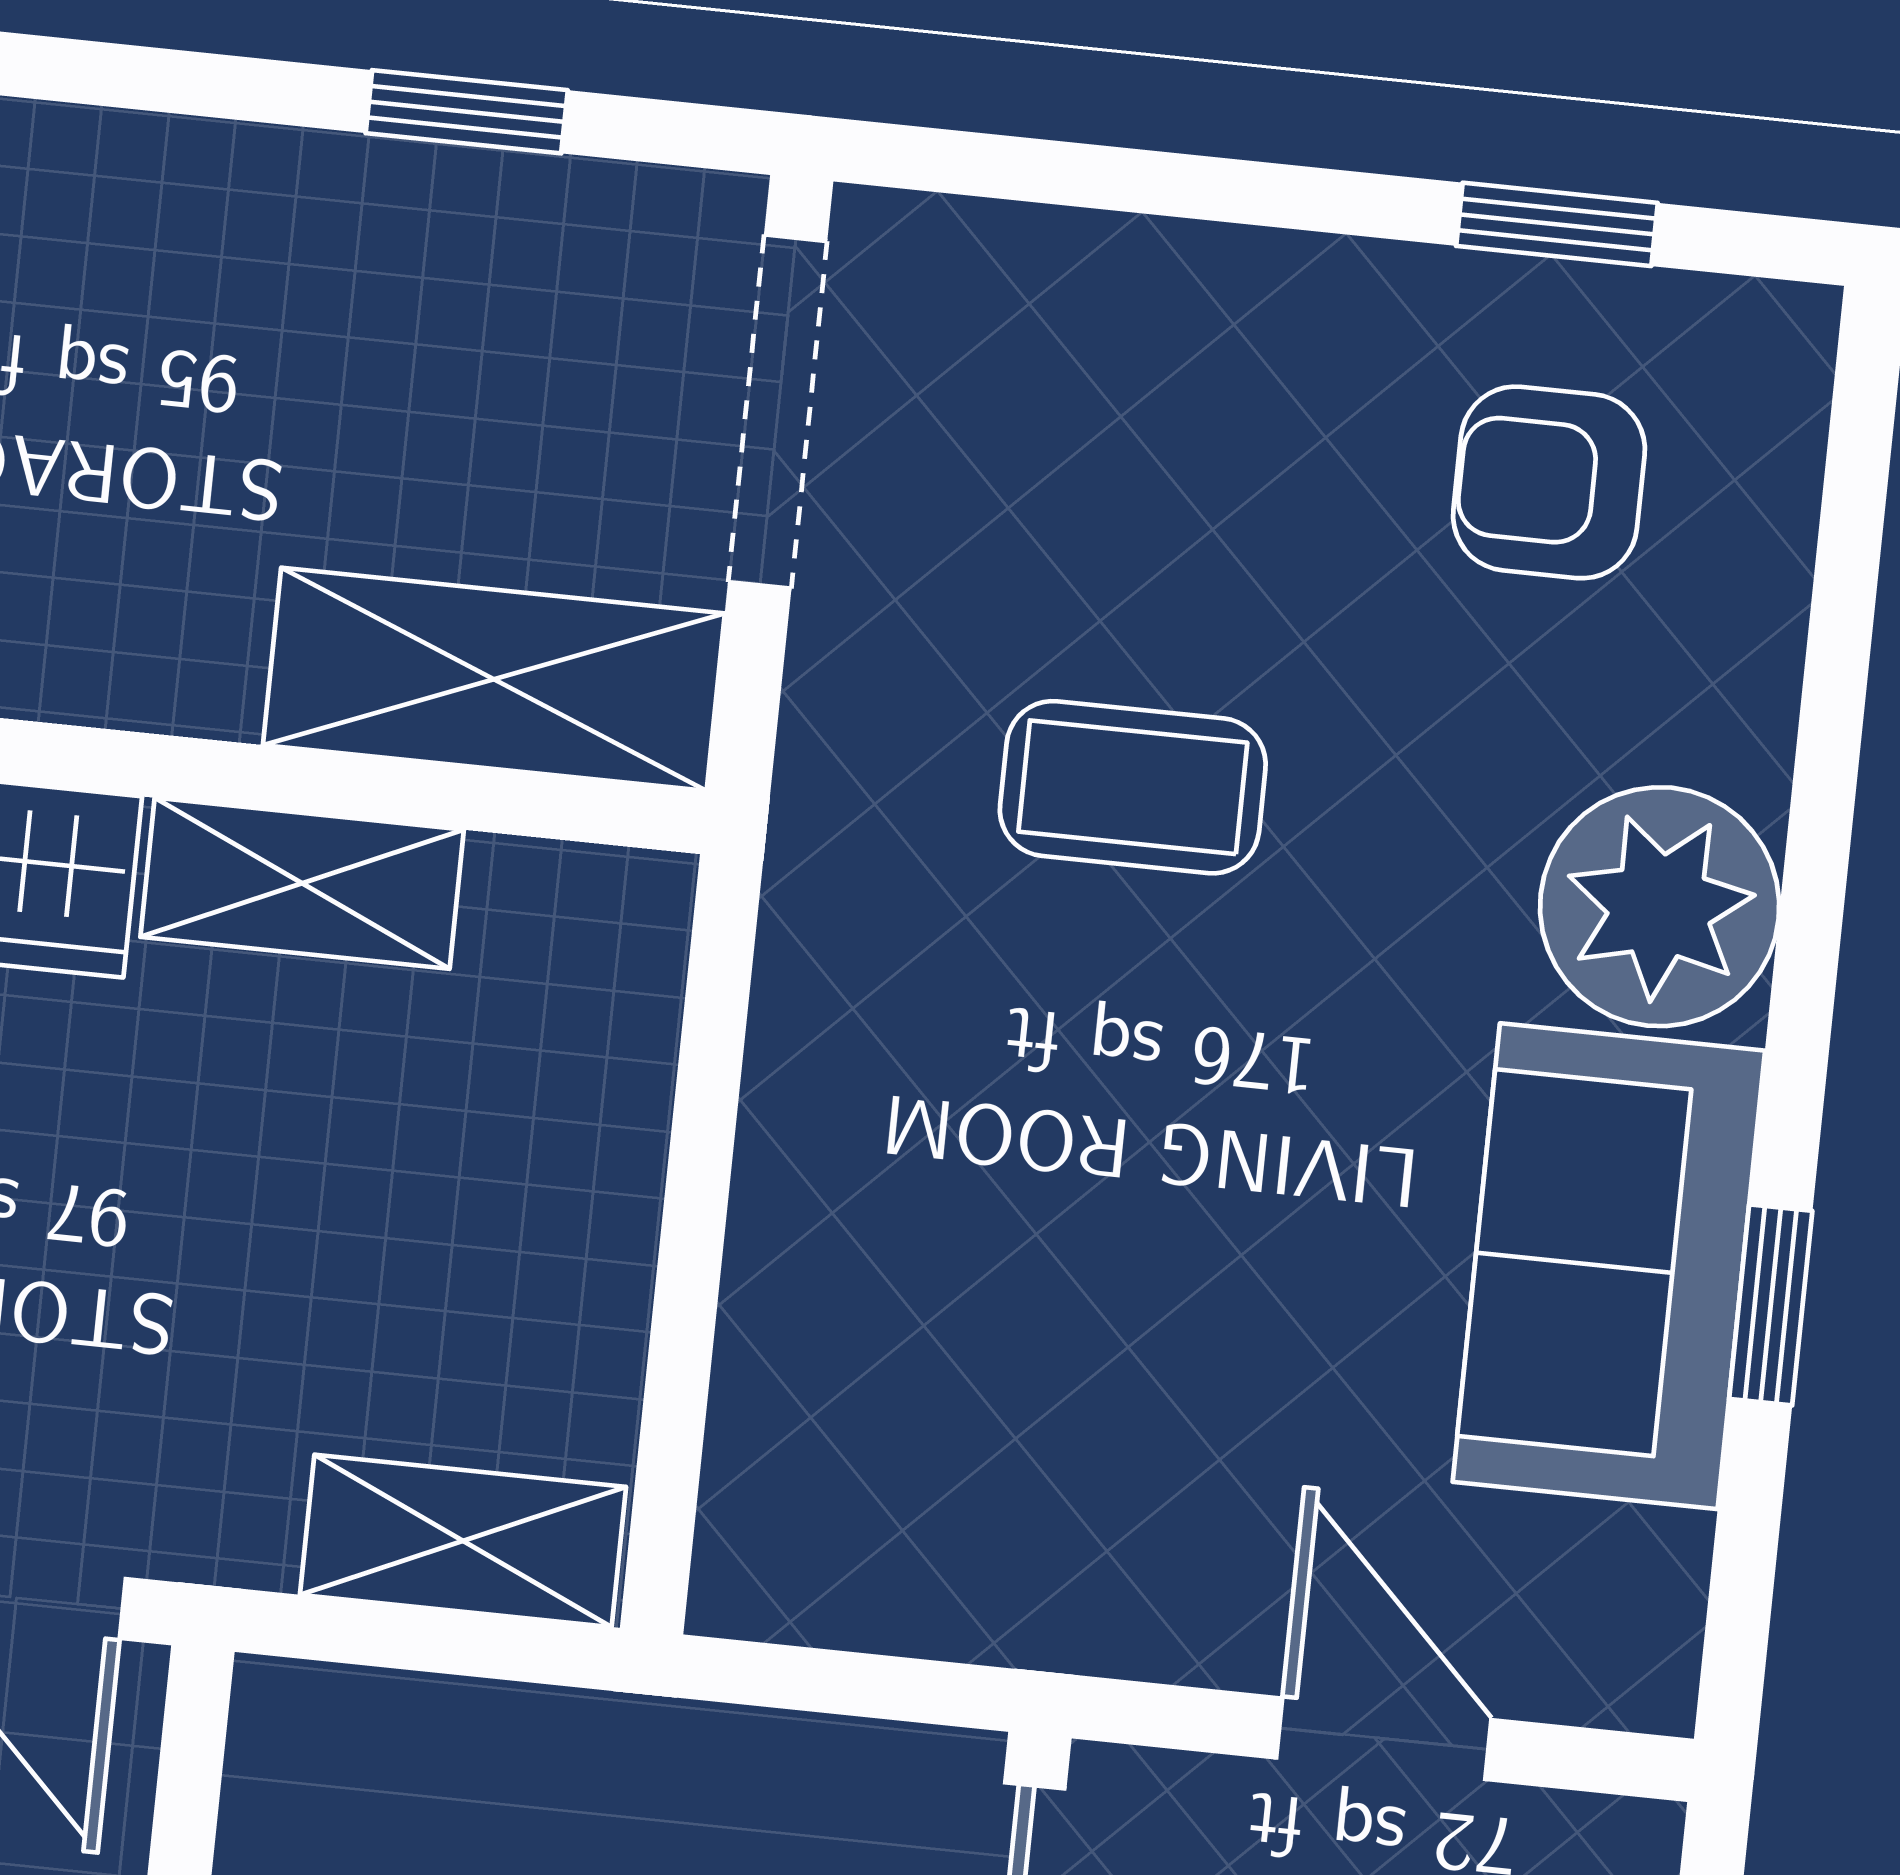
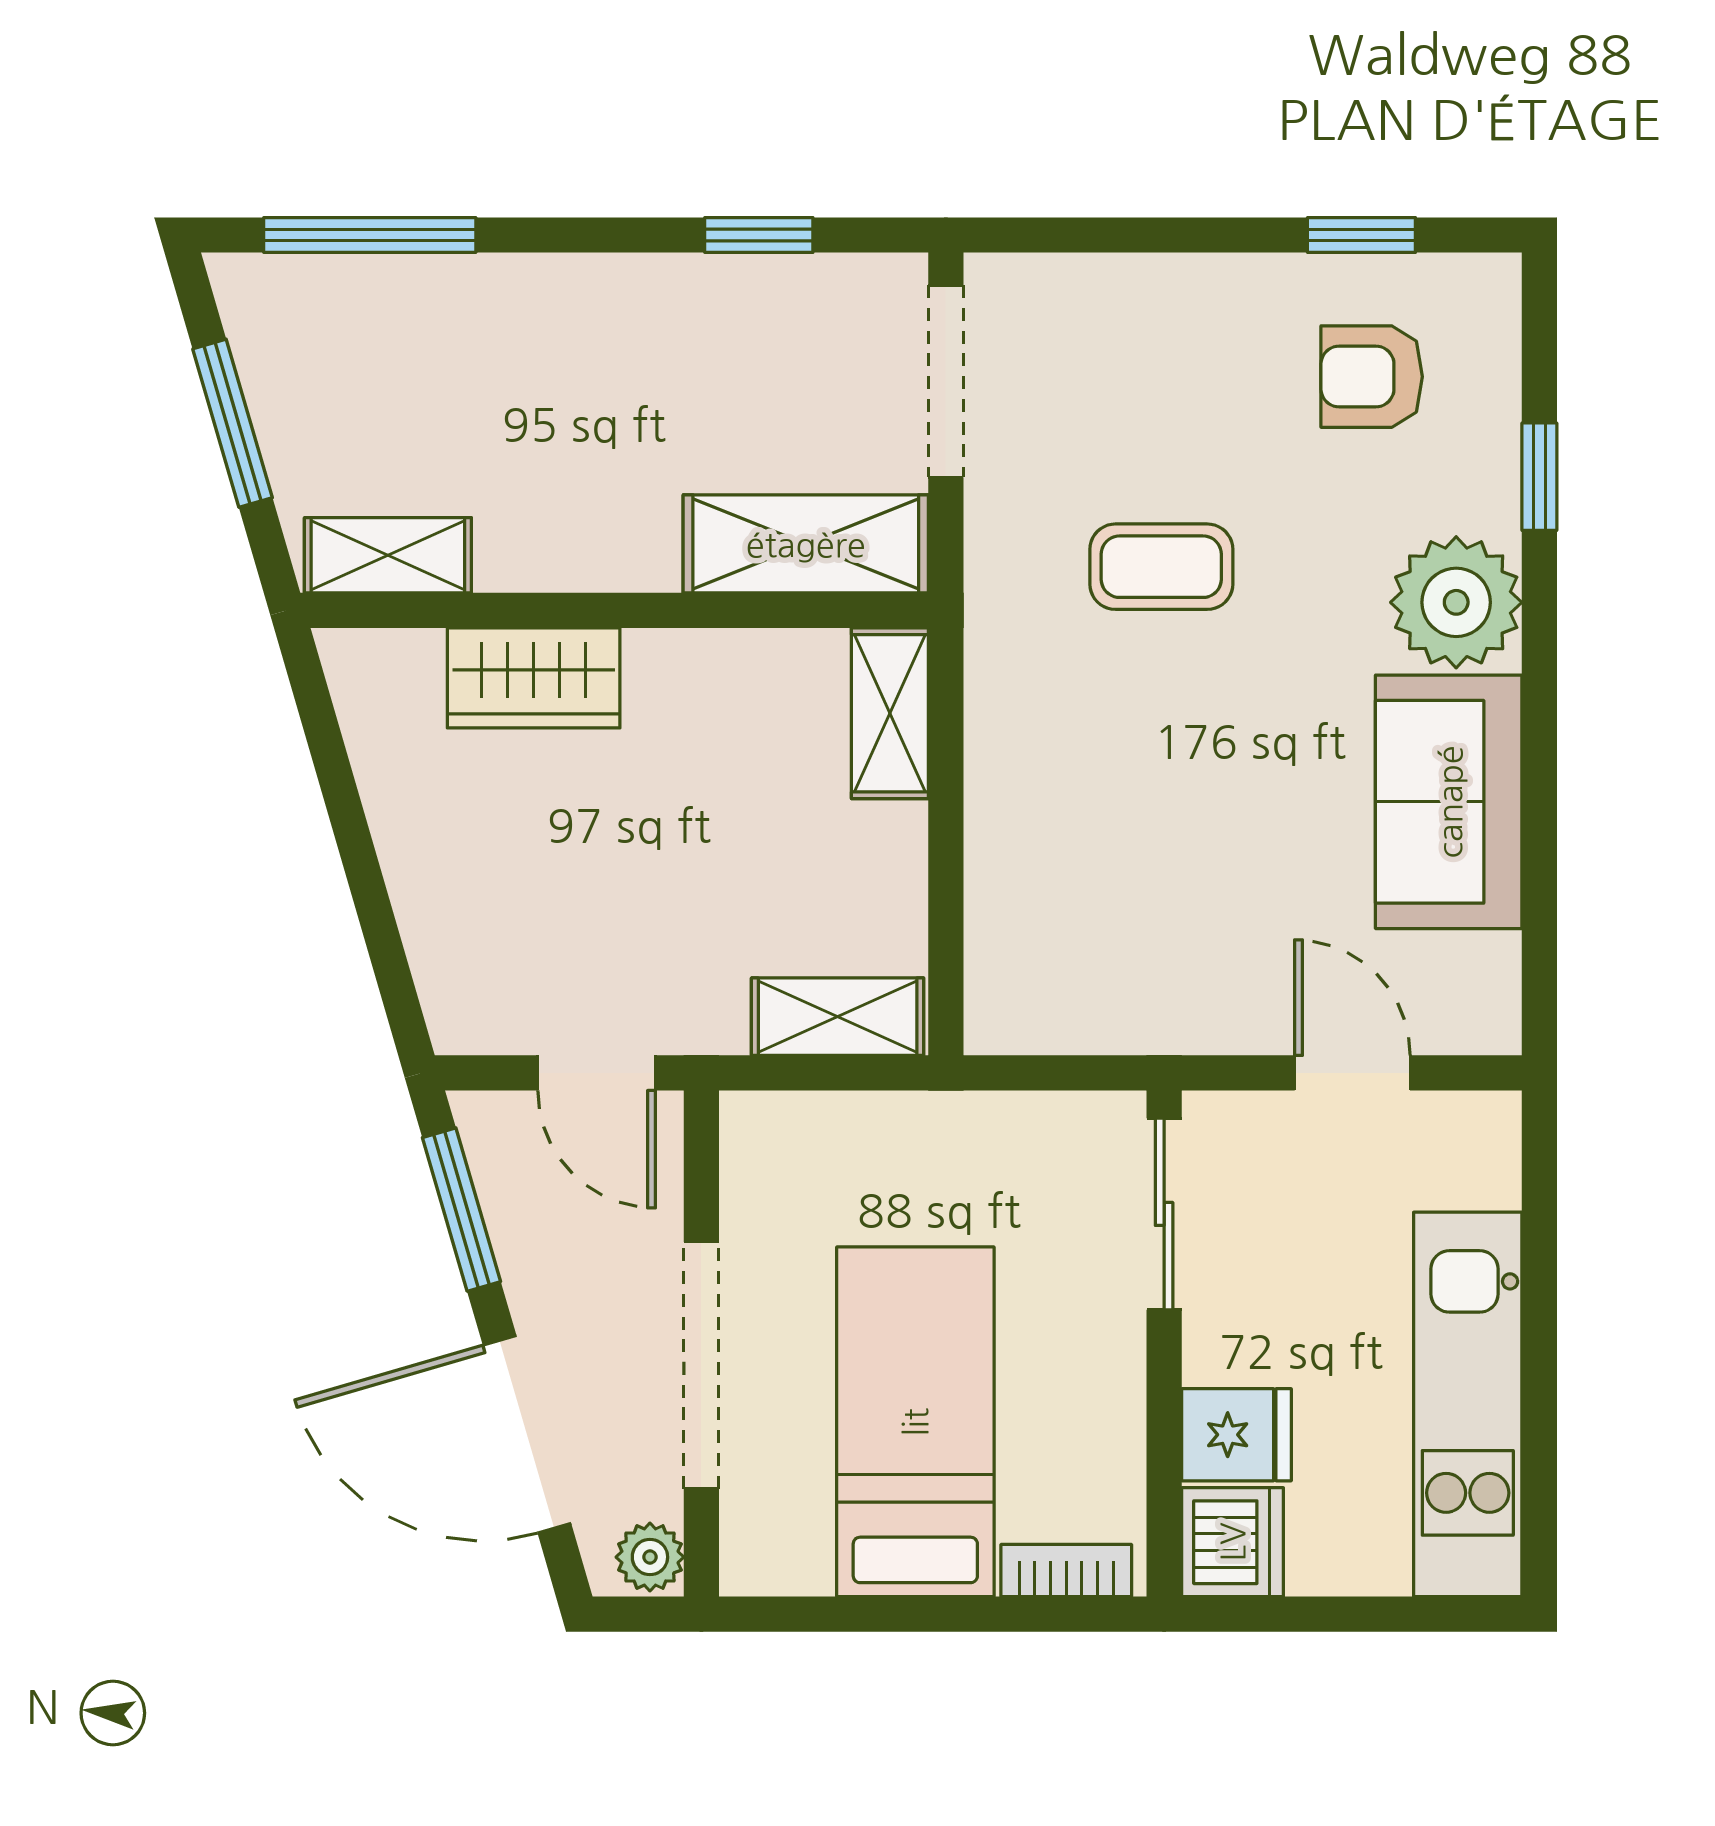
shelving: (302, 883) -> (890, 713), moved, turned 90
window: (1771, 1305) -> (1539, 477), moved

